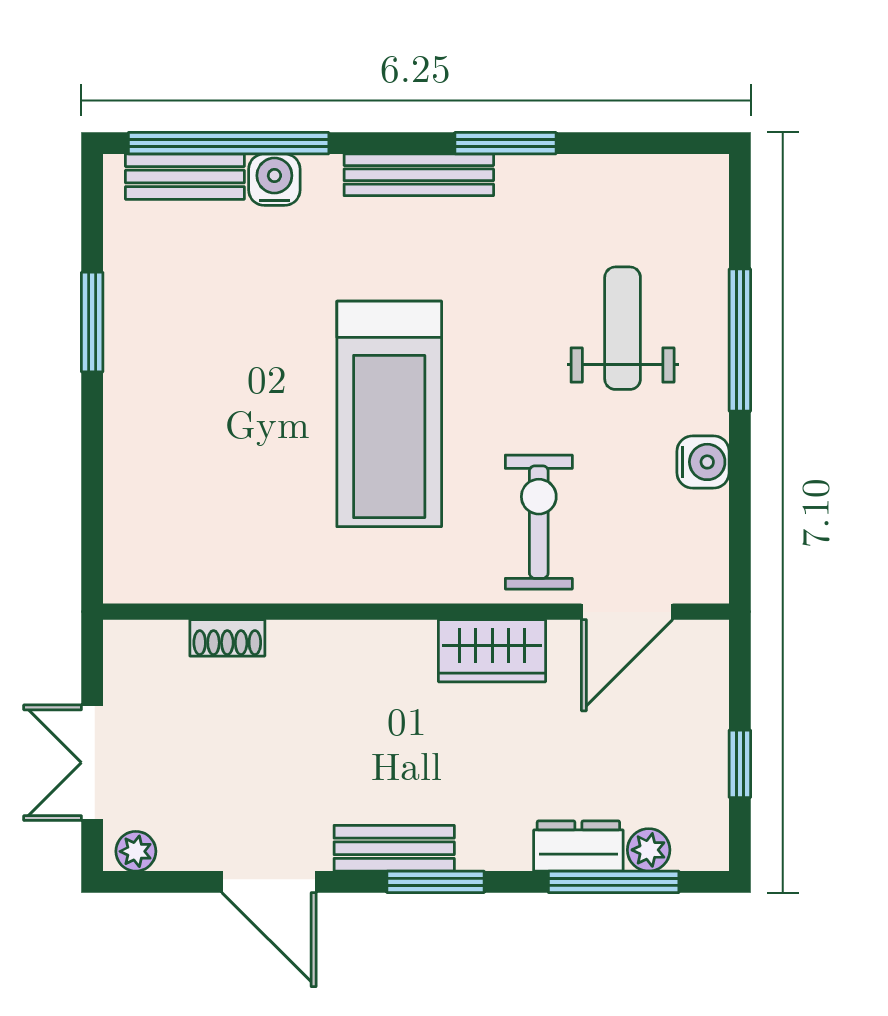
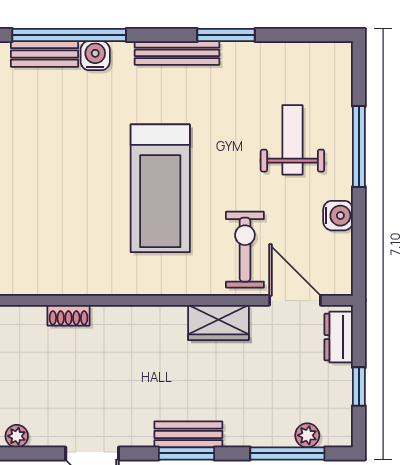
door: (627, 612) -> (295, 300), swing flipped
dresser: (578, 846) -> (339, 337), moved, turned -90
bench: (394, 848) -> (188, 434), moved

